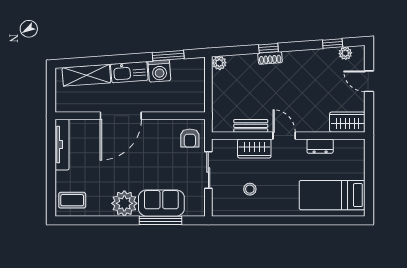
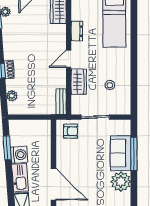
plant: (219, 63) -> (12, 96), moved
bench: (251, 126) -> (61, 102), moved

